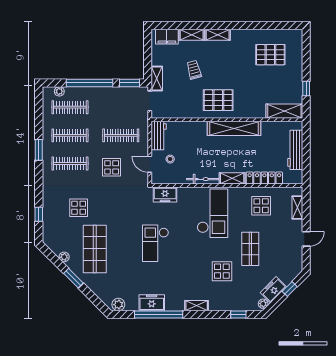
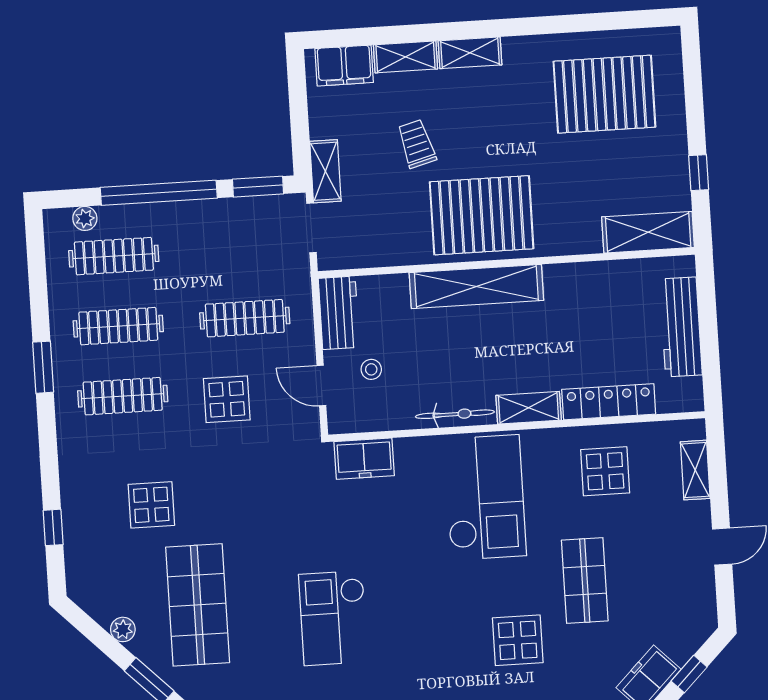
pallet: (270, 55) -> (604, 94), width x1.37, depth x1.41
pallet: (218, 100) -> (482, 215), width x1.37, depth x1.41
shelving: (234, 128) -> (476, 286), moved
checkout: (155, 243) -> (333, 618), moved

